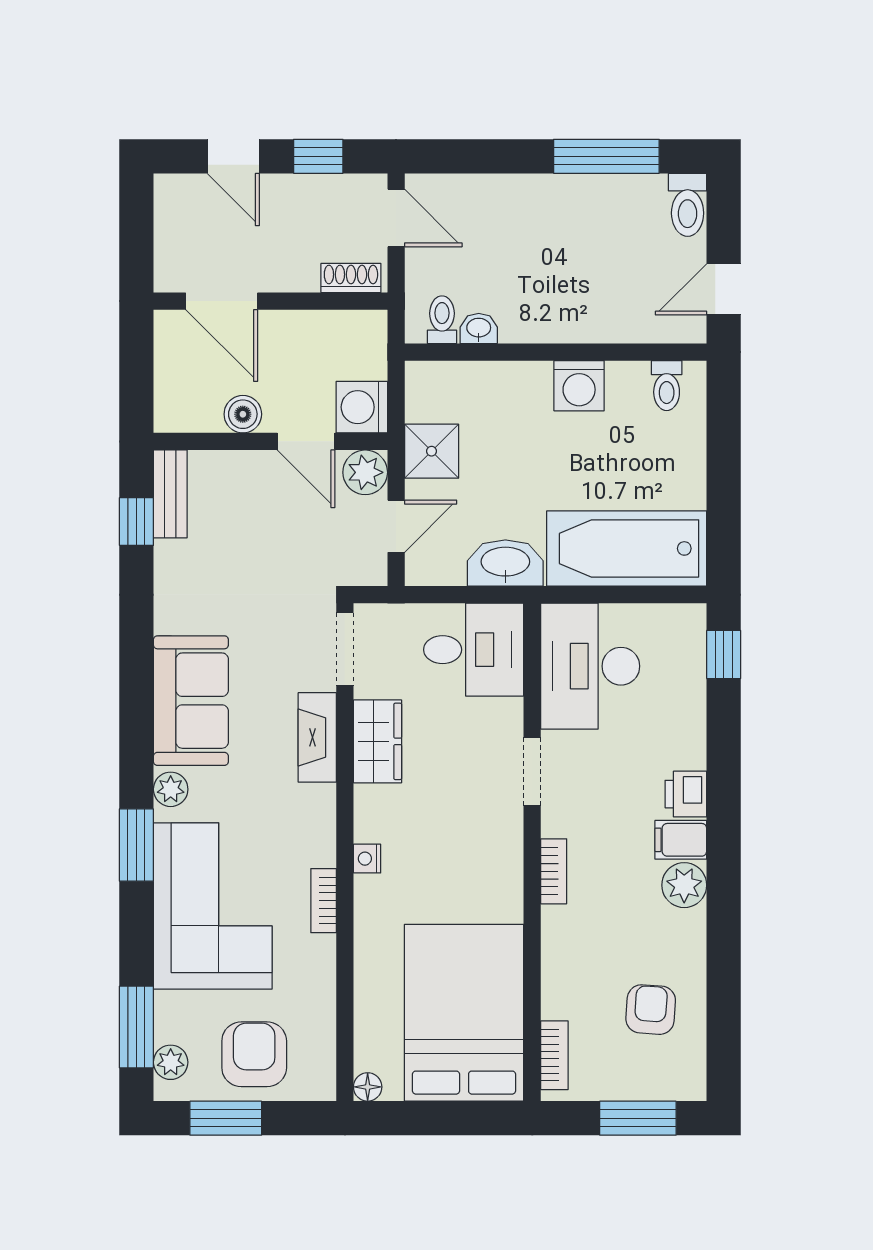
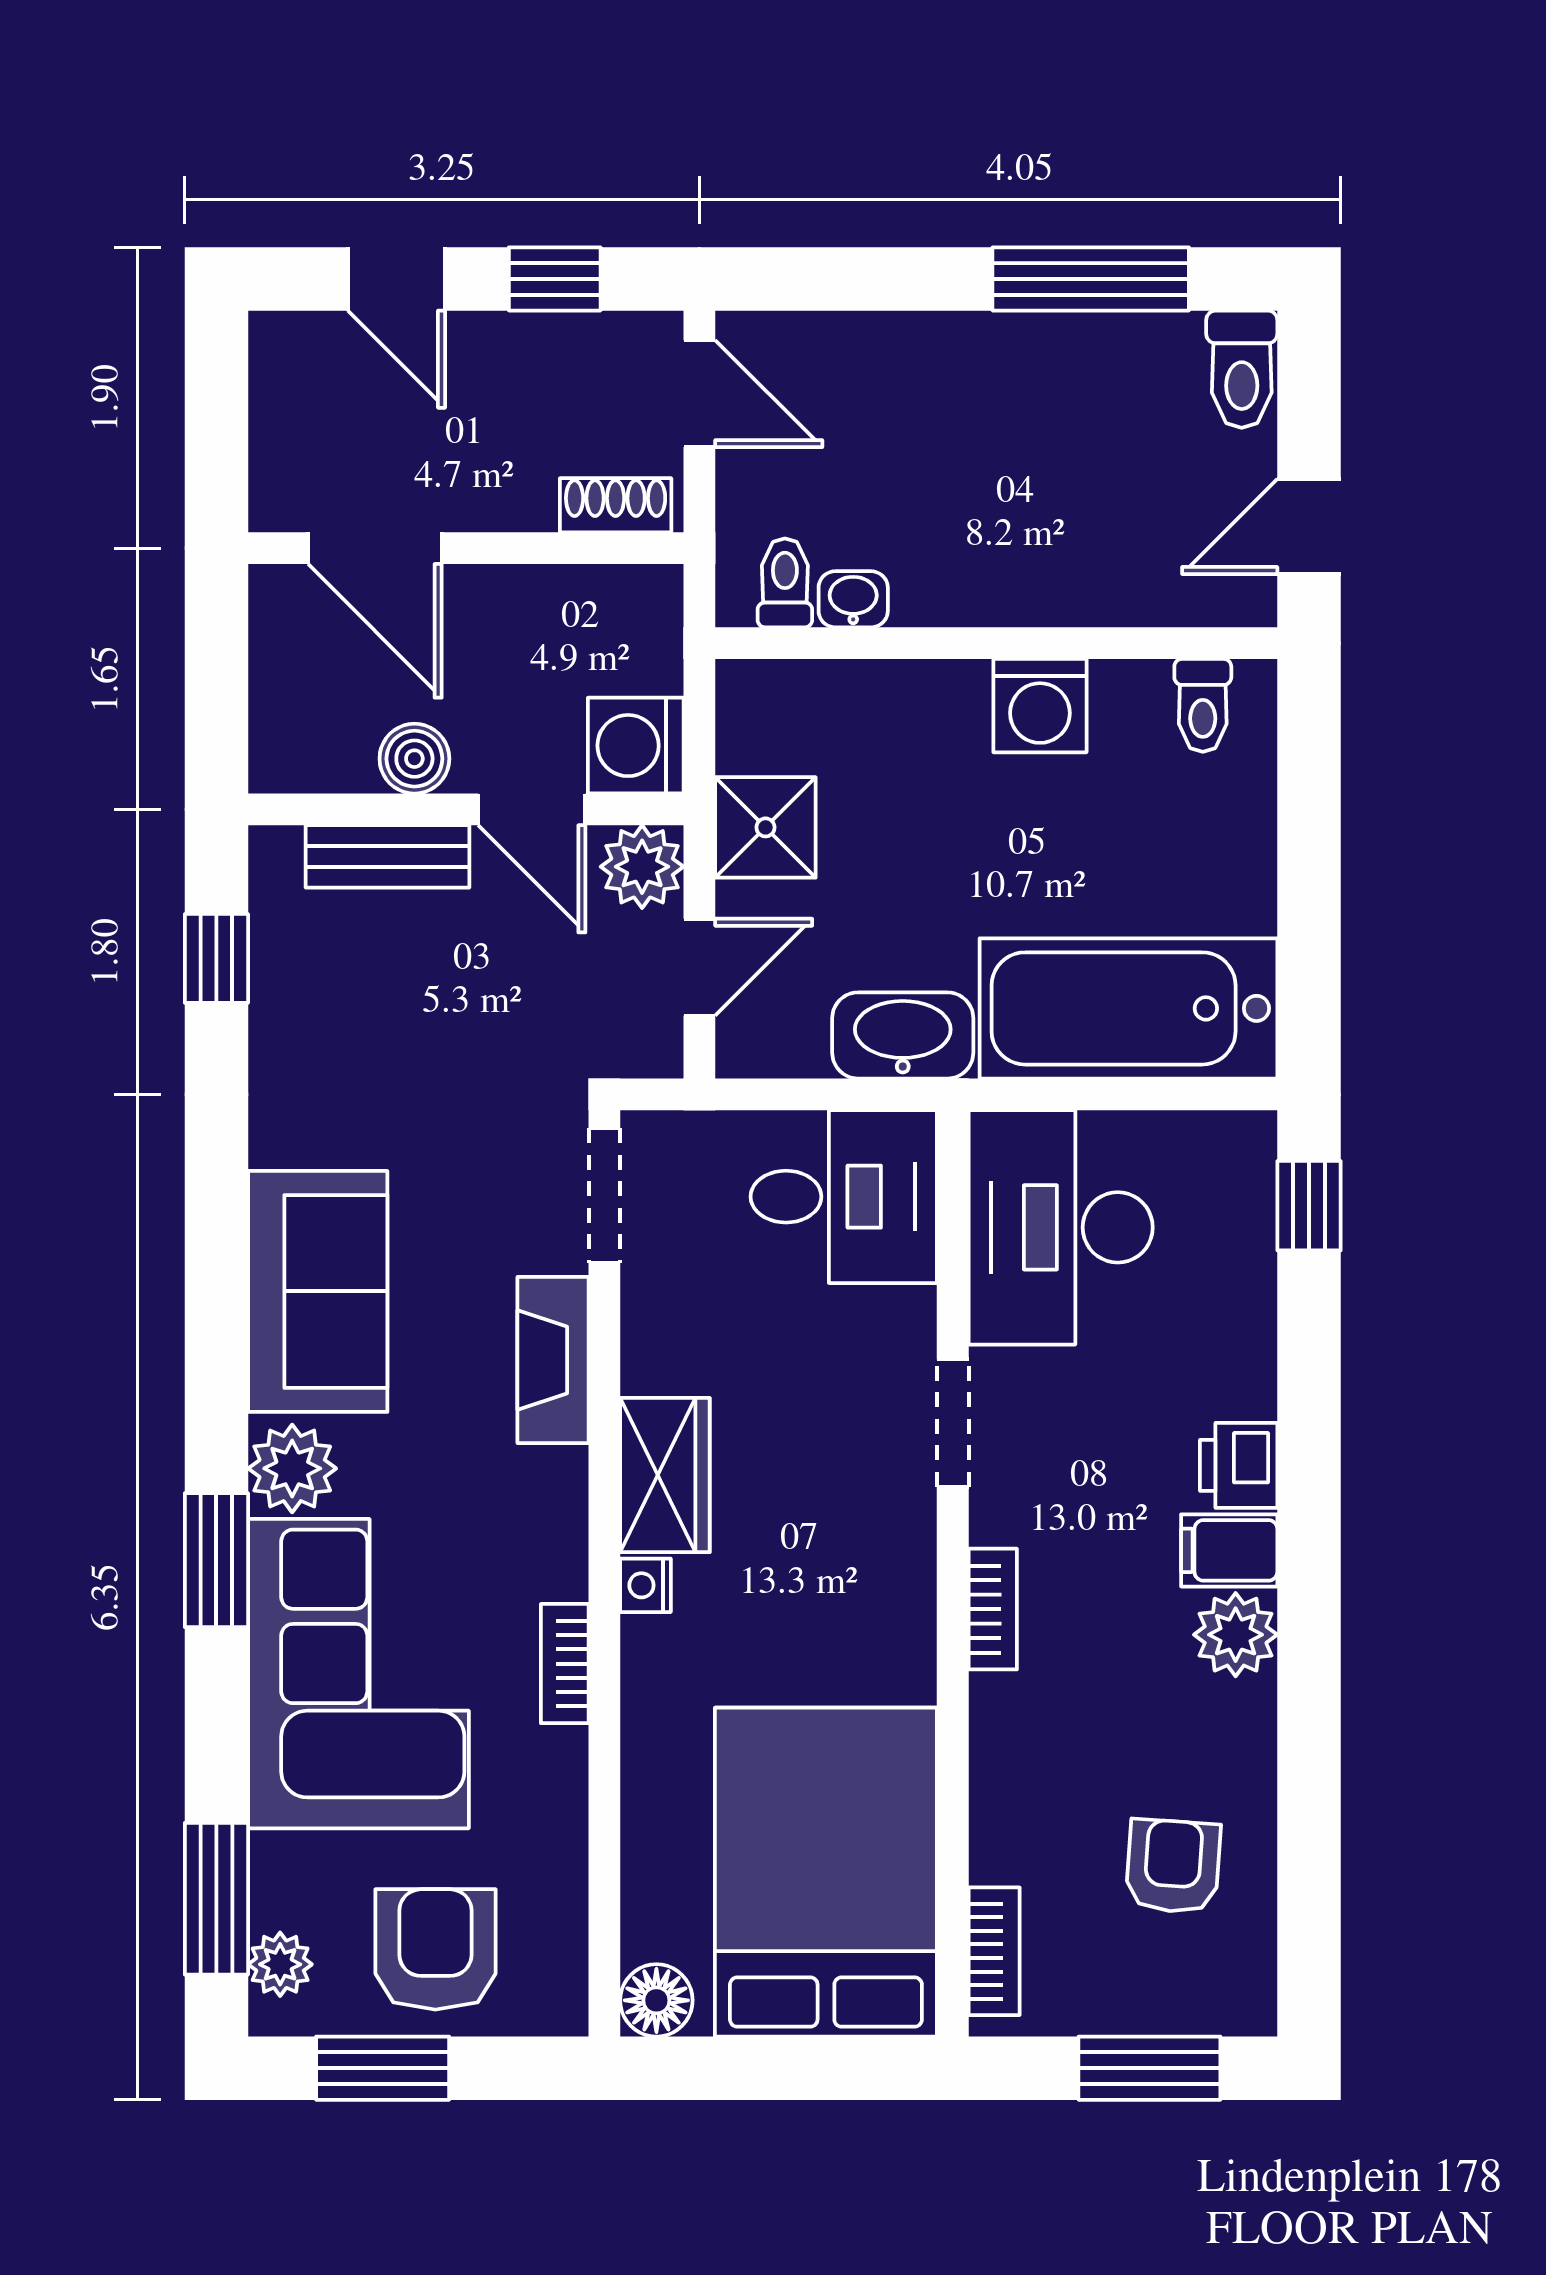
bench: (170, 494) -> (388, 856), moved, turned 90
wardrobe: (377, 741) -> (665, 1475), moved
plant: (171, 789) -> (292, 1468), width x1.38, depth x1.38
floor lamp: (368, 1087) -> (656, 2000), width x1.37, depth x1.37

